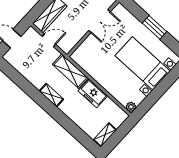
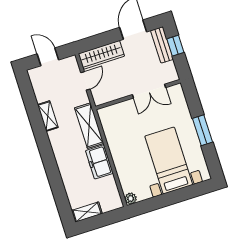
door: (49, 40) -> (85, 81), hinge flipped
shelving: (51, 95) -> (48, 116), moved

